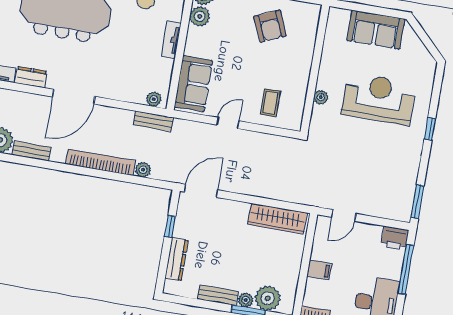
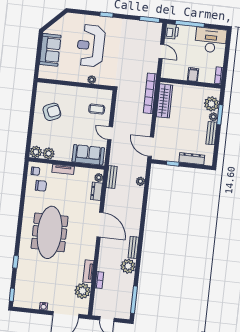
dresser: (31, 77) -> (96, 191), moved
bookcase: (100, 162) -> (150, 93), moved
door: (344, 215) -> (161, 51), moved

